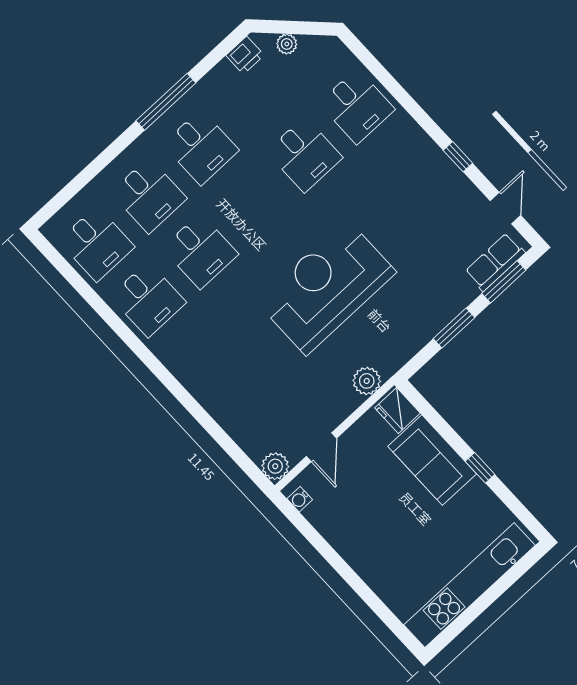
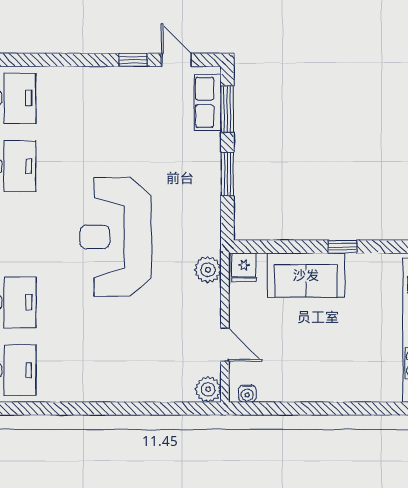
window: (458, 157) -> (133, 60), moved
fridge: (398, 411) -> (244, 267), width x0.72

